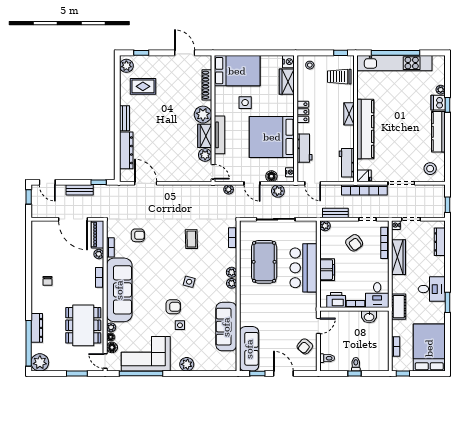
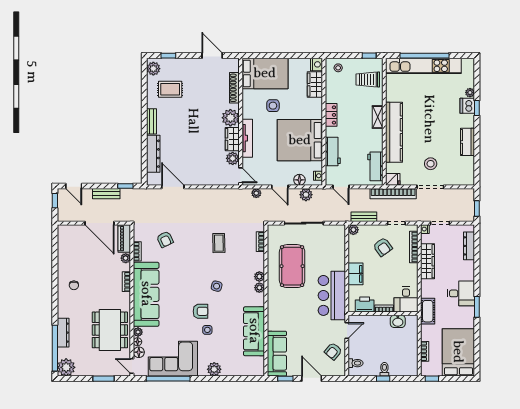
kitchen counter: (438, 132) -> (468, 142), width x0.67
stool: (430, 169) -> (431, 164), moved
armchair: (138, 235) -> (165, 239), turned 65
bar counter: (304, 268) -> (332, 295), moved

